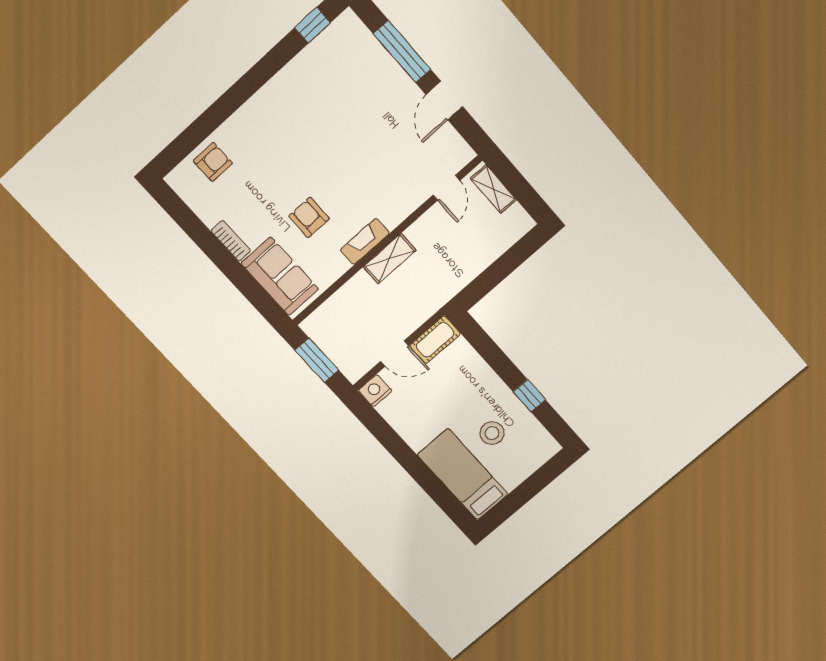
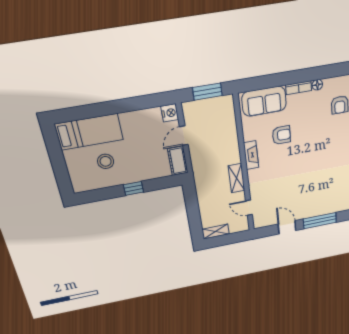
shelving: (493, 189) -> (216, 232), moved
floor lamp: (209, 217) -> (317, 85), added
shelving: (390, 259) -> (236, 178), moved
window: (529, 396) -> (133, 188), moved

